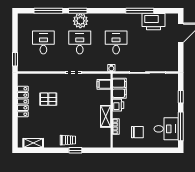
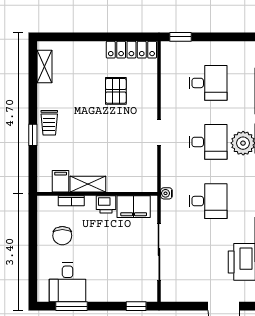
filing cabinet: (104, 84) -> (61, 181), moved
window: (181, 97) -> (136, 306), moved
locker: (23, 101) -> (131, 50), moved
window: (181, 126) -> (71, 306), width x0.69

